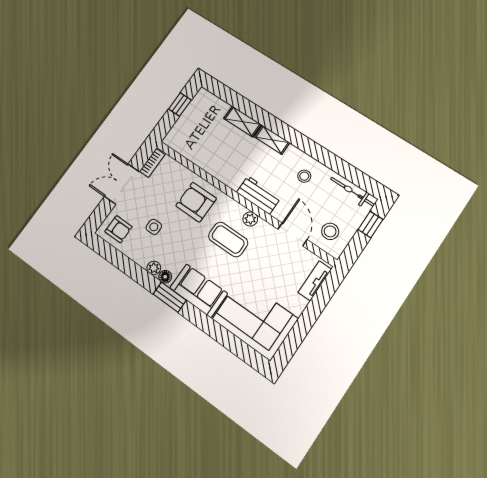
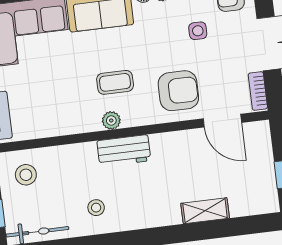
shelving: (272, 140) -> (159, 217), removed
door: (292, 234) -> (222, 121), moved
coffee table: (228, 239) -> (115, 82), width x0.73, depth x0.77

